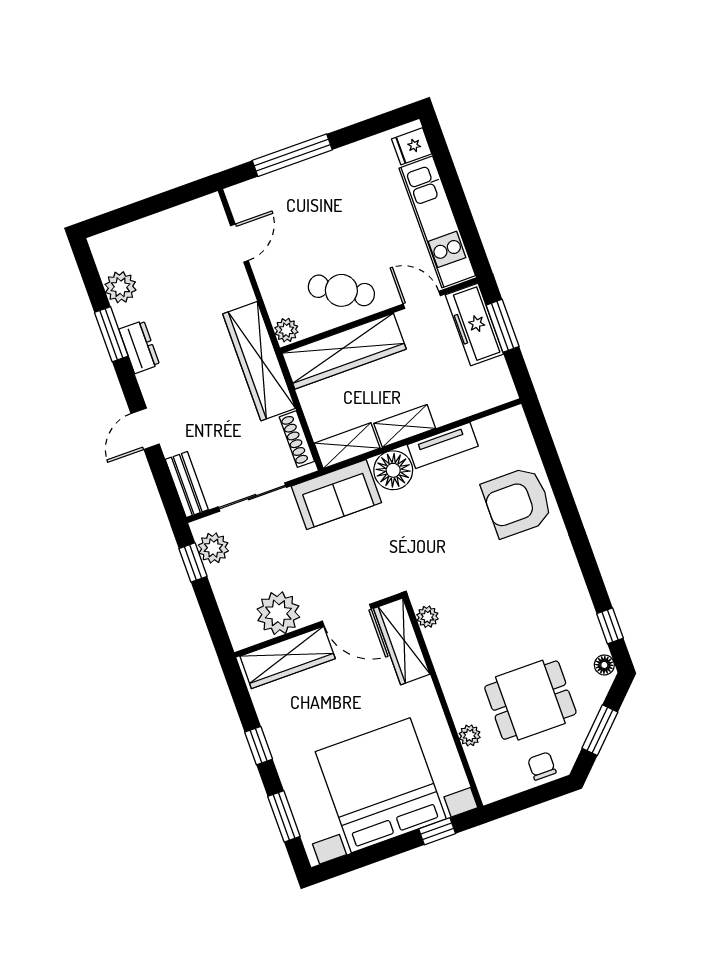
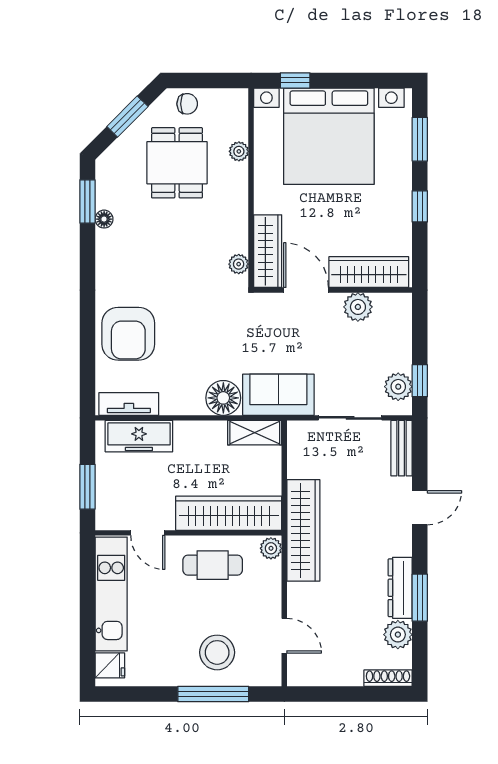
stool: (304, 200) -> (217, 652), added
door: (239, 243) -> (284, 636), swing flipped
cafe table: (341, 290) -> (213, 565), turned -30
freezer: (474, 324) -> (139, 436), moved, turned 90
dresser: (139, 347) -> (400, 588), width x1.44
shelving: (405, 426) -> (200, 432), removed
shoe rack: (297, 439) -> (388, 678), moved, turned -90
tv unit: (443, 445) -> (129, 404), moved
armchair: (517, 502) -> (128, 334), turned 90
plant: (278, 613) -> (358, 307), width x0.73, depth x0.73
window: (610, 626) -> (87, 201), width x1.50
floor lamp: (604, 665) -> (104, 219), moved
dining table: (530, 700) -> (177, 163), turned 90
chair: (542, 766) -> (187, 104), turned -90

